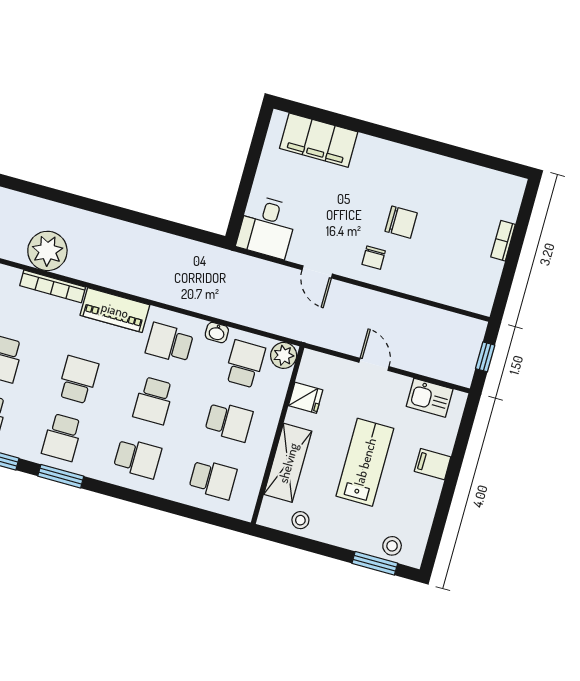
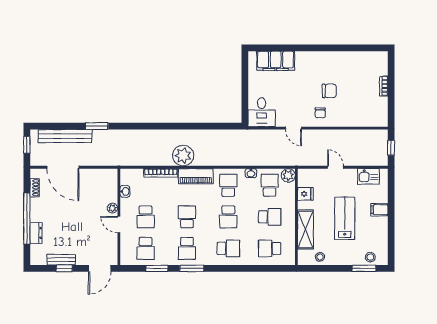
plant: (47, 251) -> (183, 156), moved
school desk: (169, 343) -> (228, 185), turned 90
school desk: (213, 479) -> (270, 248), turned 180

